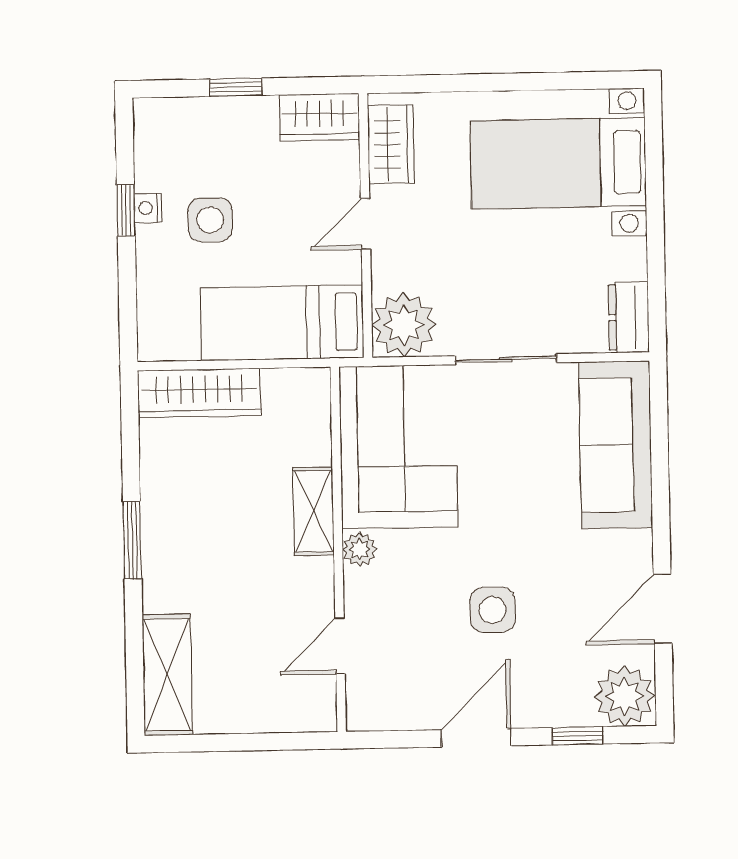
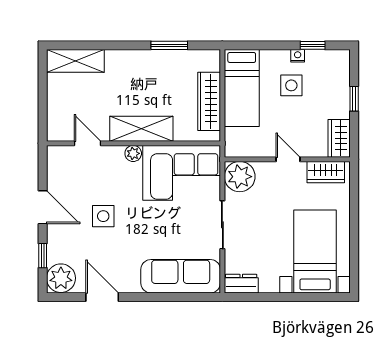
window: (126, 210) -> (313, 45), moved
bed: (282, 323) -> (242, 88), moved, turned 180
wardrobe: (199, 393) -> (209, 101), moved
shelving: (313, 511) -> (141, 129), width x1.50, depth x1.33
window: (132, 540) -> (169, 45), moved

